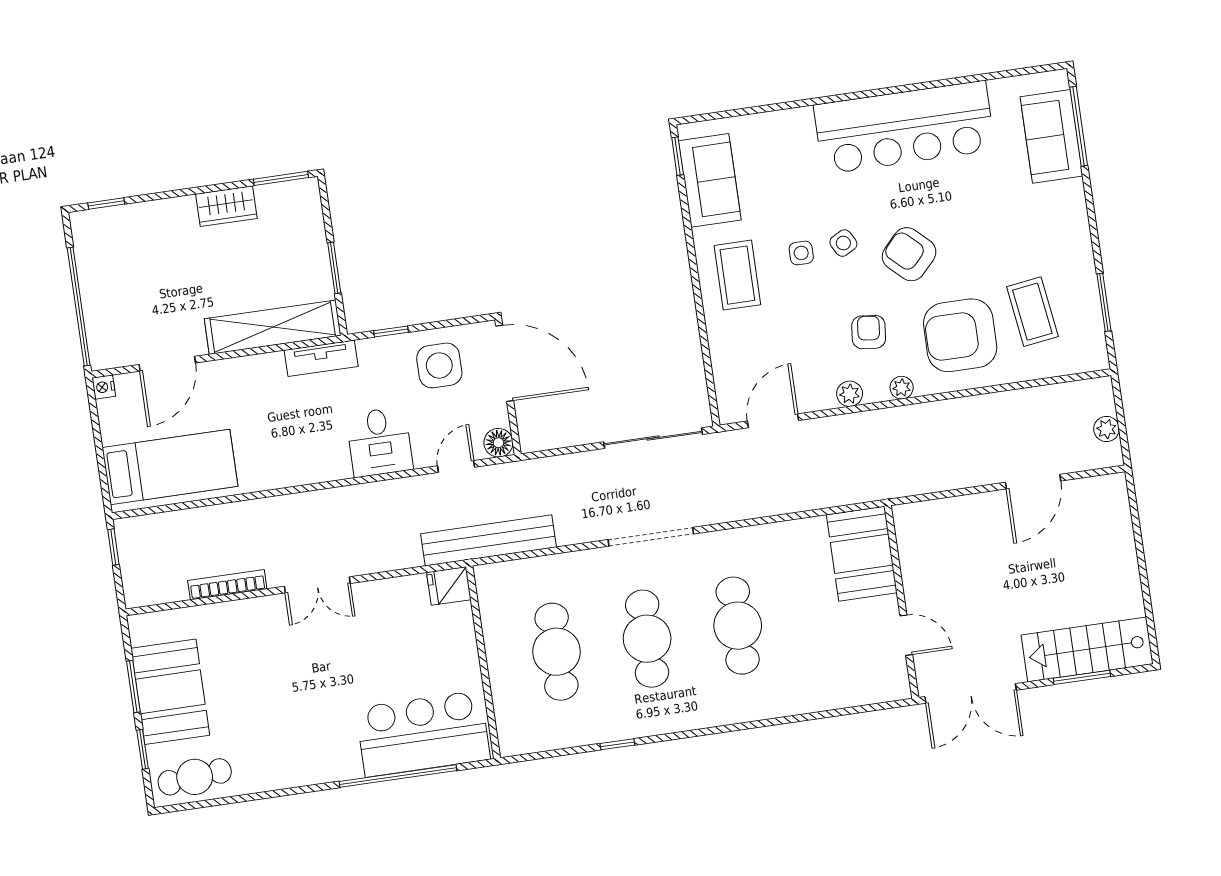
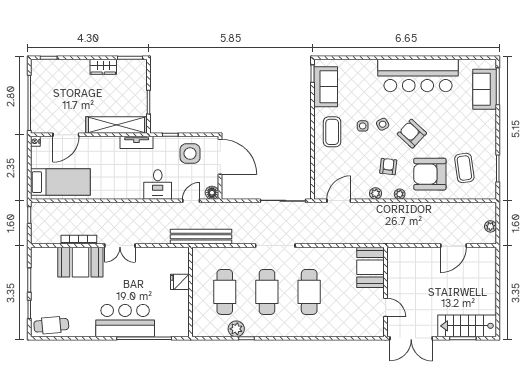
fridge: (449, 586) -> (180, 282), moved
booth: (170, 692) -> (80, 262), moved, turned 90
plant: (592, 727) -> (236, 329), added
bar counter: (423, 734) -> (125, 321), moved

